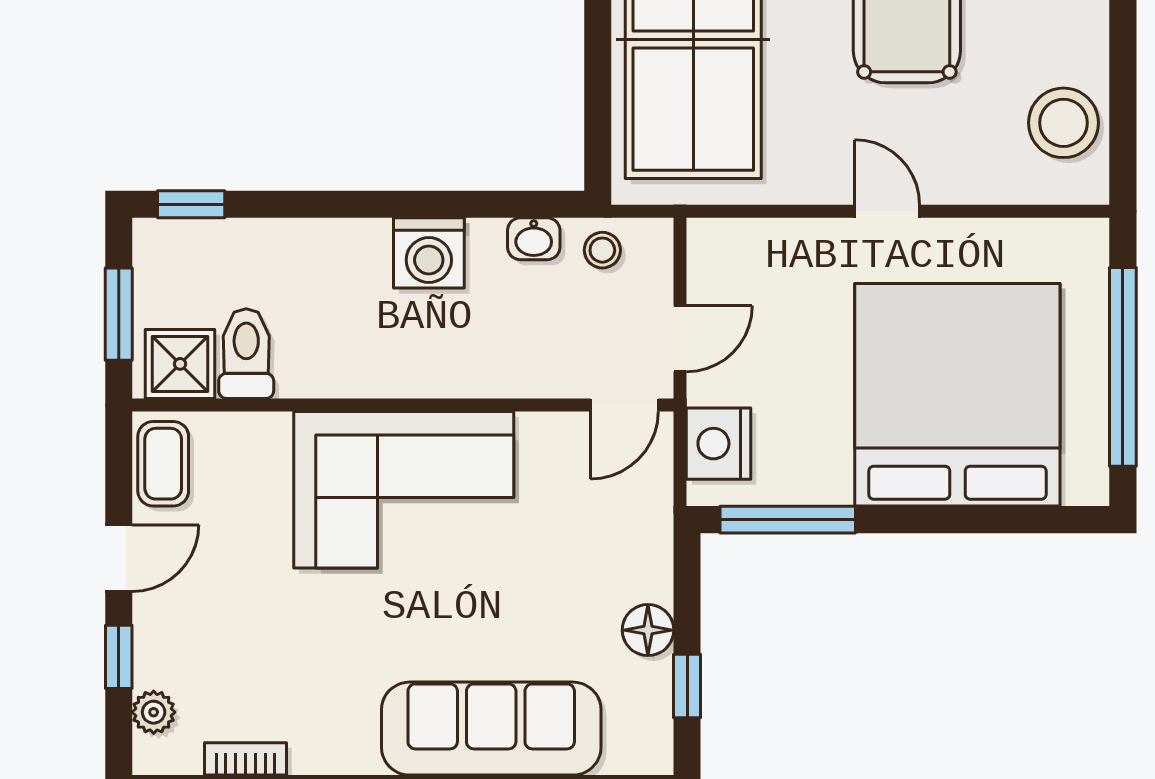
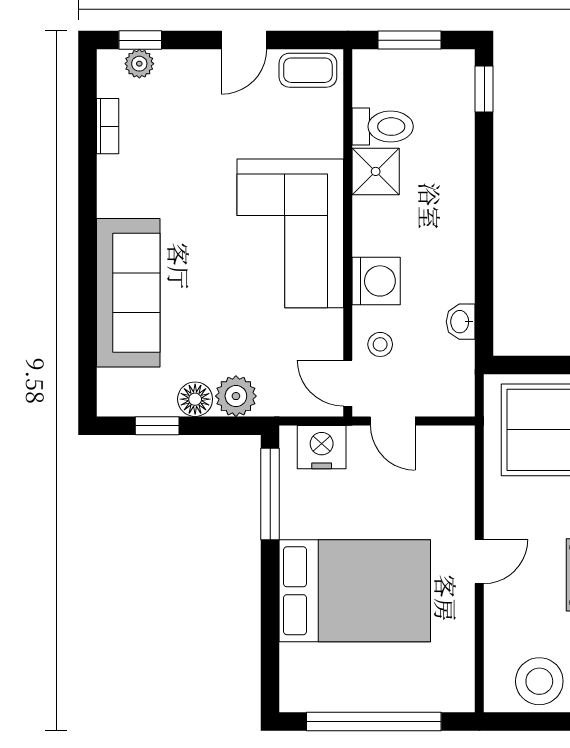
stool: (602, 250) -> (380, 344), moved
washing machine: (429, 253) -> (376, 281), moved, turned 180
shower: (180, 364) -> (376, 171), moved
bed: (957, 395) -> (355, 591), width x0.73
door: (119, 558) -> (244, 40), hinge flipped
plant: (643, 570) -> (236, 396), added
window: (119, 657) -> (140, 40), moved

